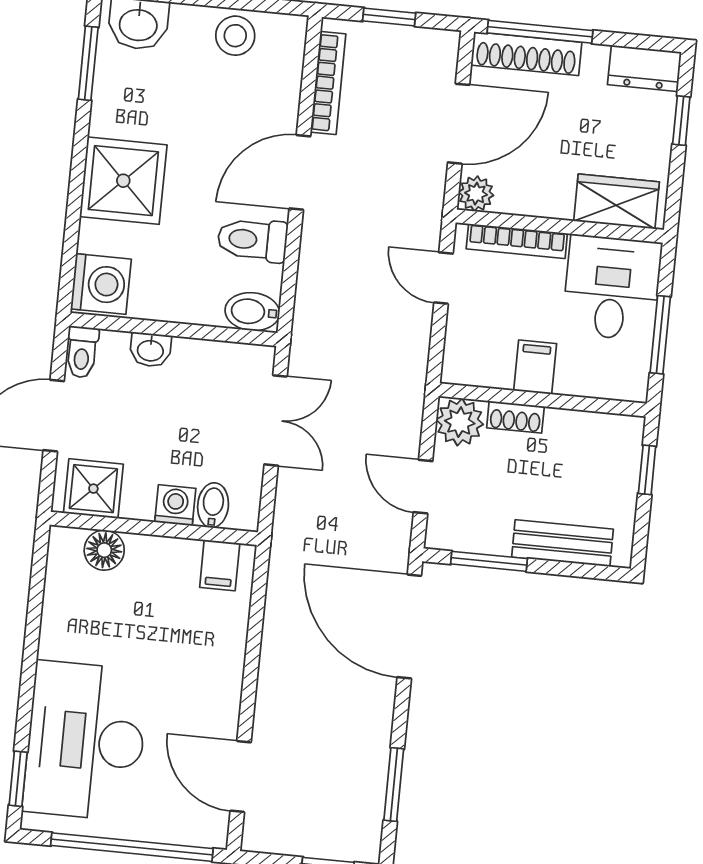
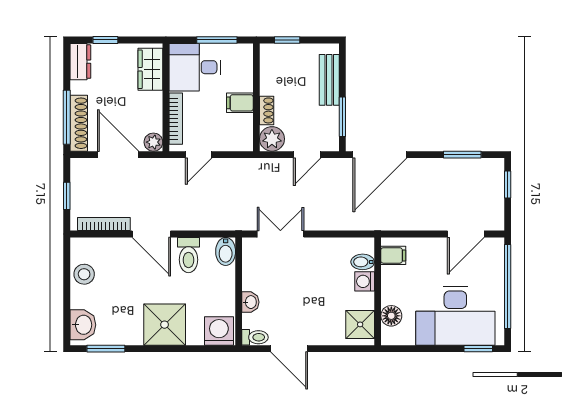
shower: (93, 489) -> (360, 324), moved
washing machine: (175, 505) -> (365, 281), moved
bidet: (213, 505) -> (363, 262), moved
wall: (154, 528) -> (378, 291), moved
floor lamp: (104, 550) -> (391, 316), moved
filing cabinet: (220, 565) -> (393, 255), moved

